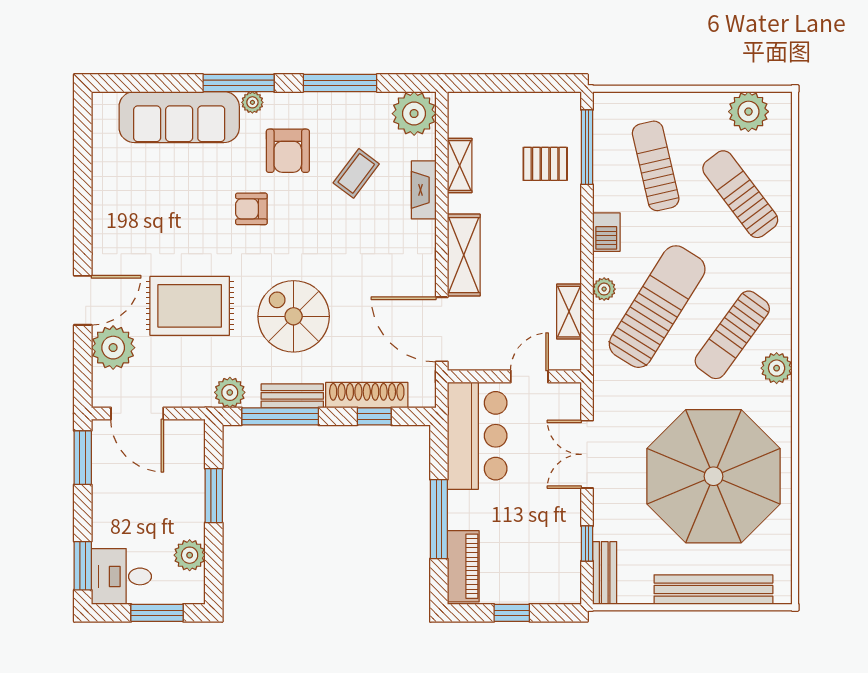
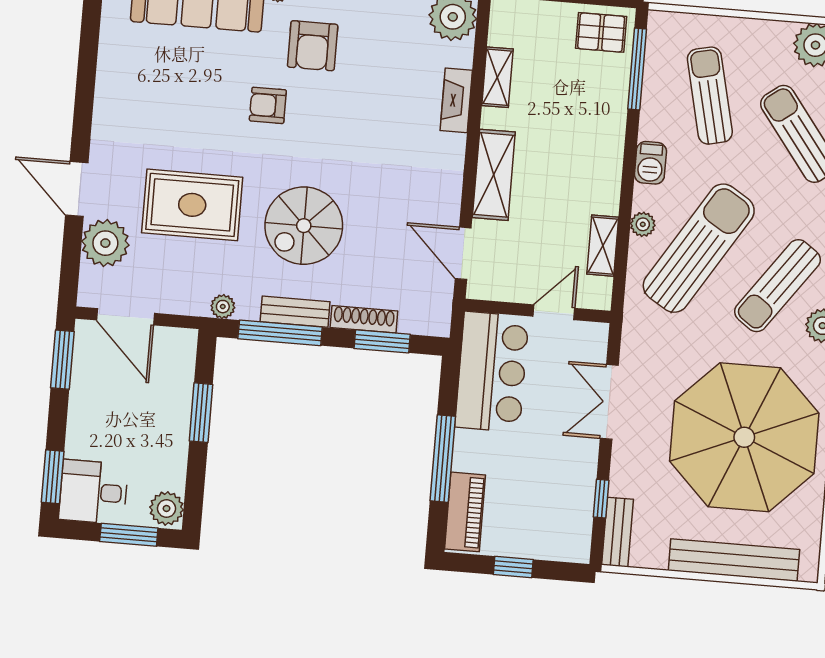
pallet: (545, 164) -> (601, 32), moved
coffee table: (356, 173) -> (385, 76), removed
door: (83, 300) -> (77, 189), swing flipped
spiral stairs: (294, 316) -> (304, 226), turned -90
door: (442, 329) -> (463, 253), width x0.73
plant: (230, 392) -> (223, 307), width x0.73, depth x0.73
shoe rack: (367, 395) -> (364, 319), width x0.74, depth x0.81
window: (374, 416) -> (382, 341), width x1.50
plant: (190, 555) -> (167, 508), moved

